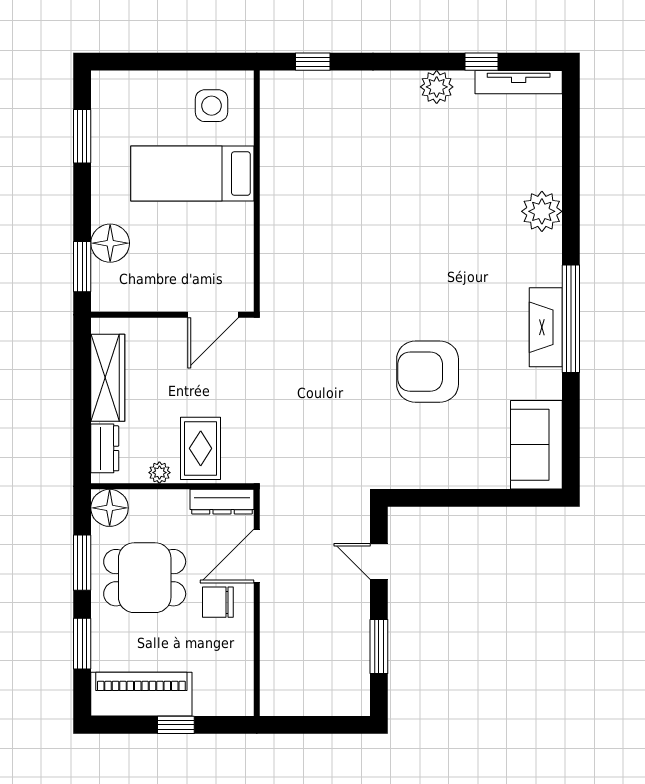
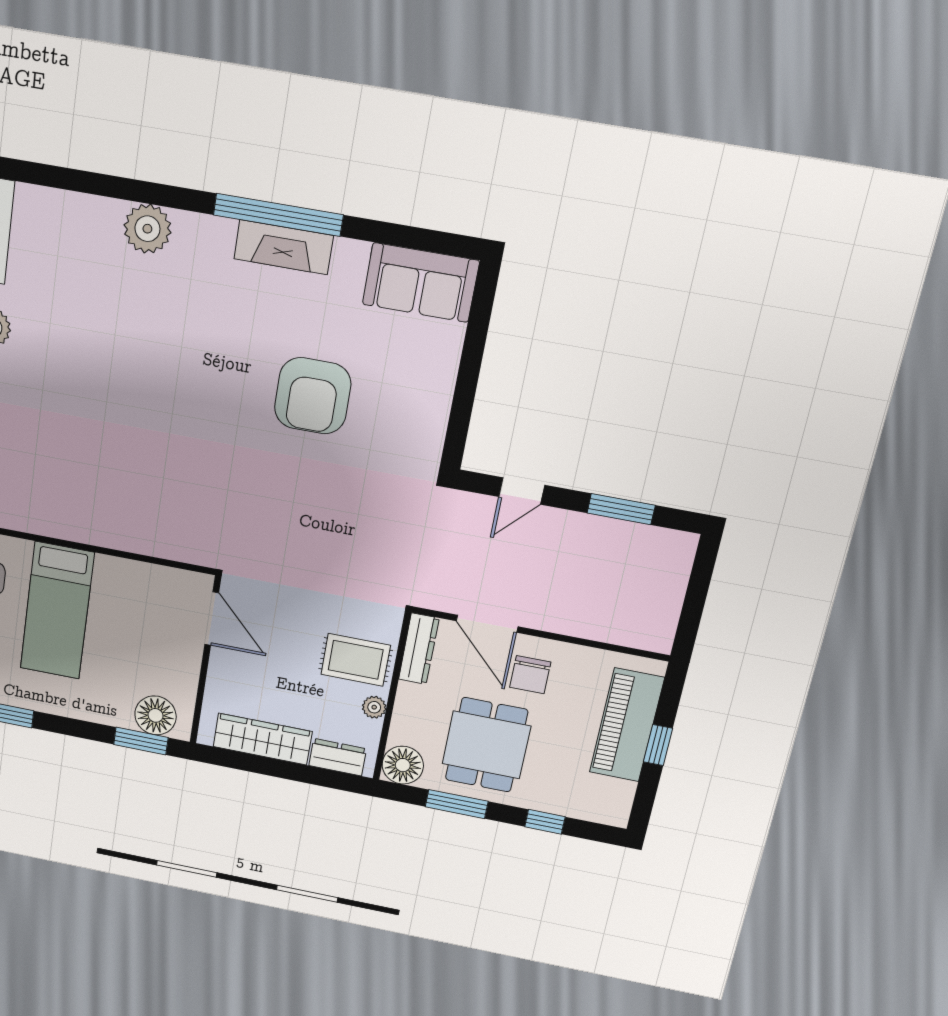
floor lamp: (110, 243) -> (156, 715), moved
window: (82, 644) -> (545, 822), width x0.67
piano: (141, 694) -> (627, 725), moved

